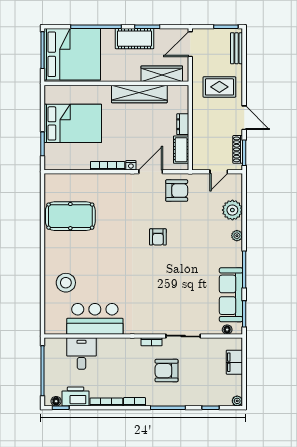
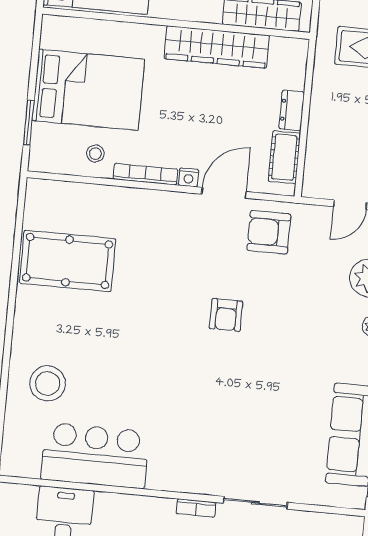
stool: (80, 157) -> (95, 154), added
armchair: (177, 191) -> (269, 232), turned 180
floor lamp: (227, 330) -> (338, 499), removed

